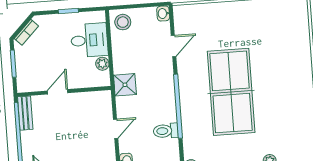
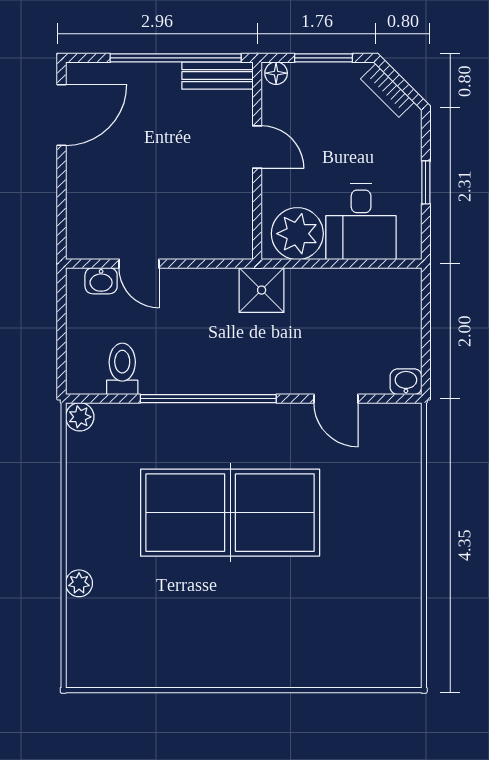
stool: (123, 22) -> (394, 295), removed
plant: (102, 64) -> (297, 234), width x1.88, depth x1.88
floor lamp: (22, 85) -> (276, 73), added
door: (116, 129) -> (139, 264), moved
toilet: (166, 131) -> (122, 369), moved

